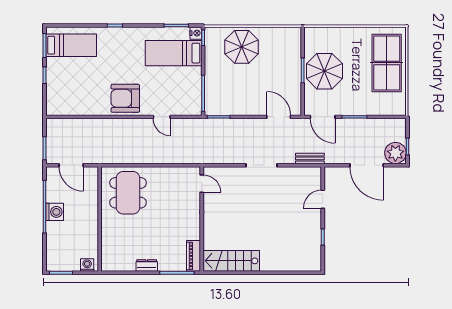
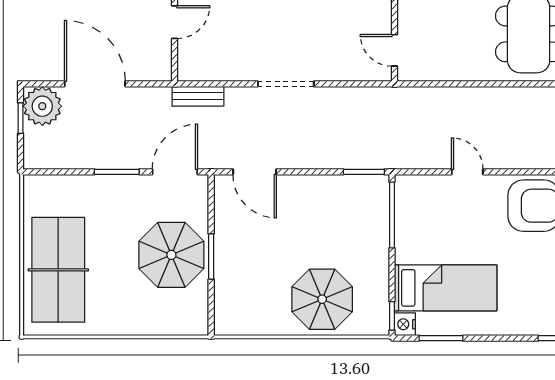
door: (323, 117) -> (175, 172), hinge flipped

